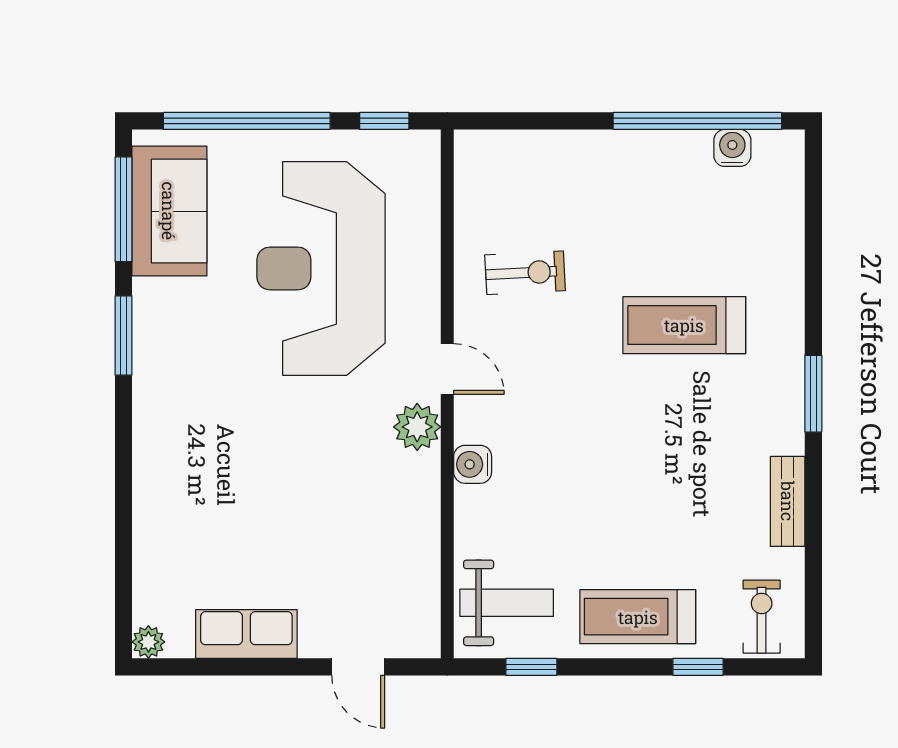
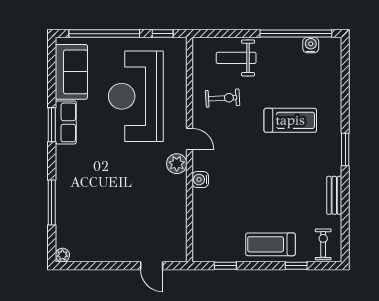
window: (124, 209) -> (52, 202), moved
treadmill: (684, 325) -> (290, 120), turned 180
weight bench: (507, 603) -> (236, 58), moved, turned 180
row of seats: (246, 634) -> (66, 122), moved, turned 90

